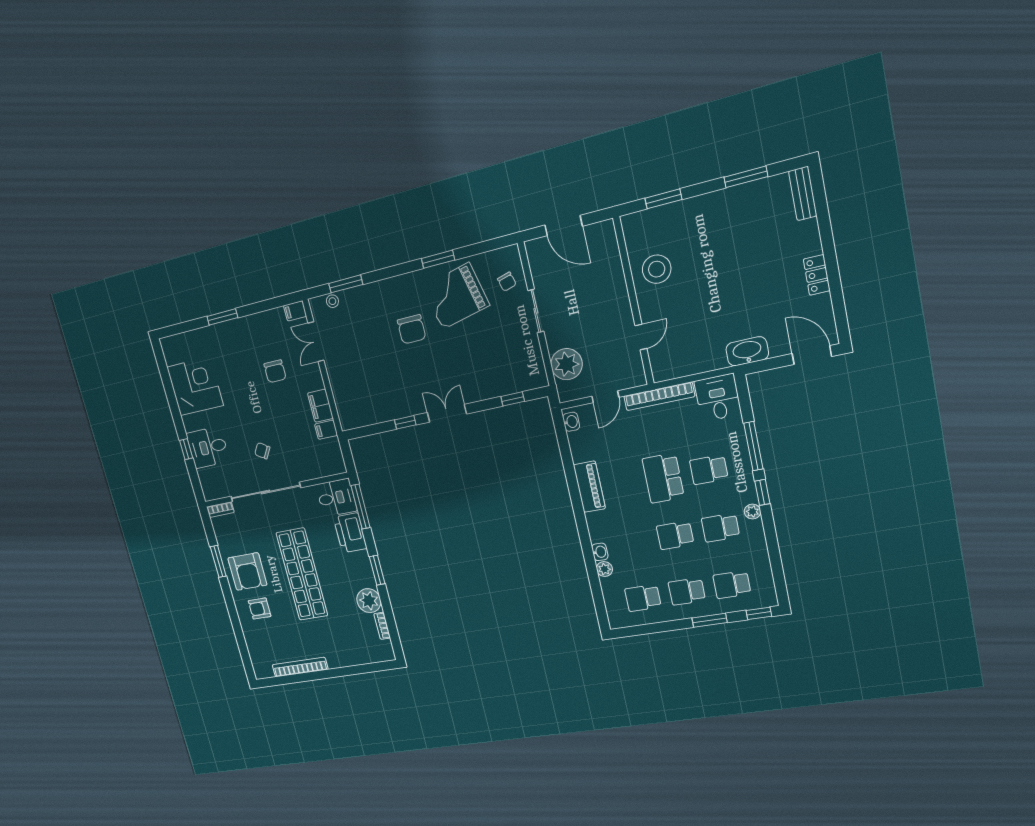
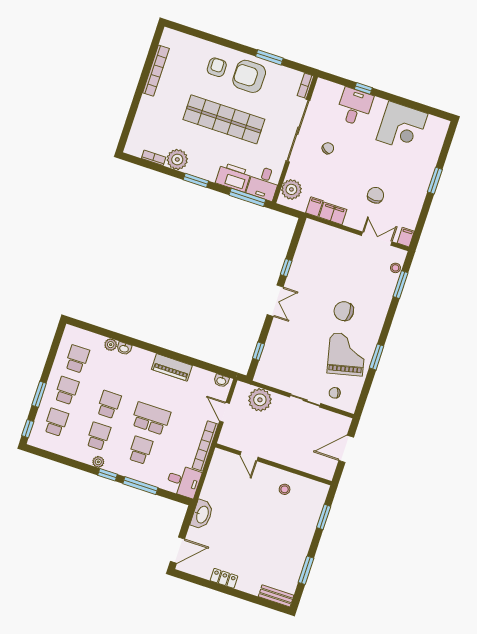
stool: (657, 269) -> (285, 489), width x0.53, depth x0.53
chair: (275, 371) -> (376, 195), turned 90
plant: (324, 465) -> (291, 189), added

